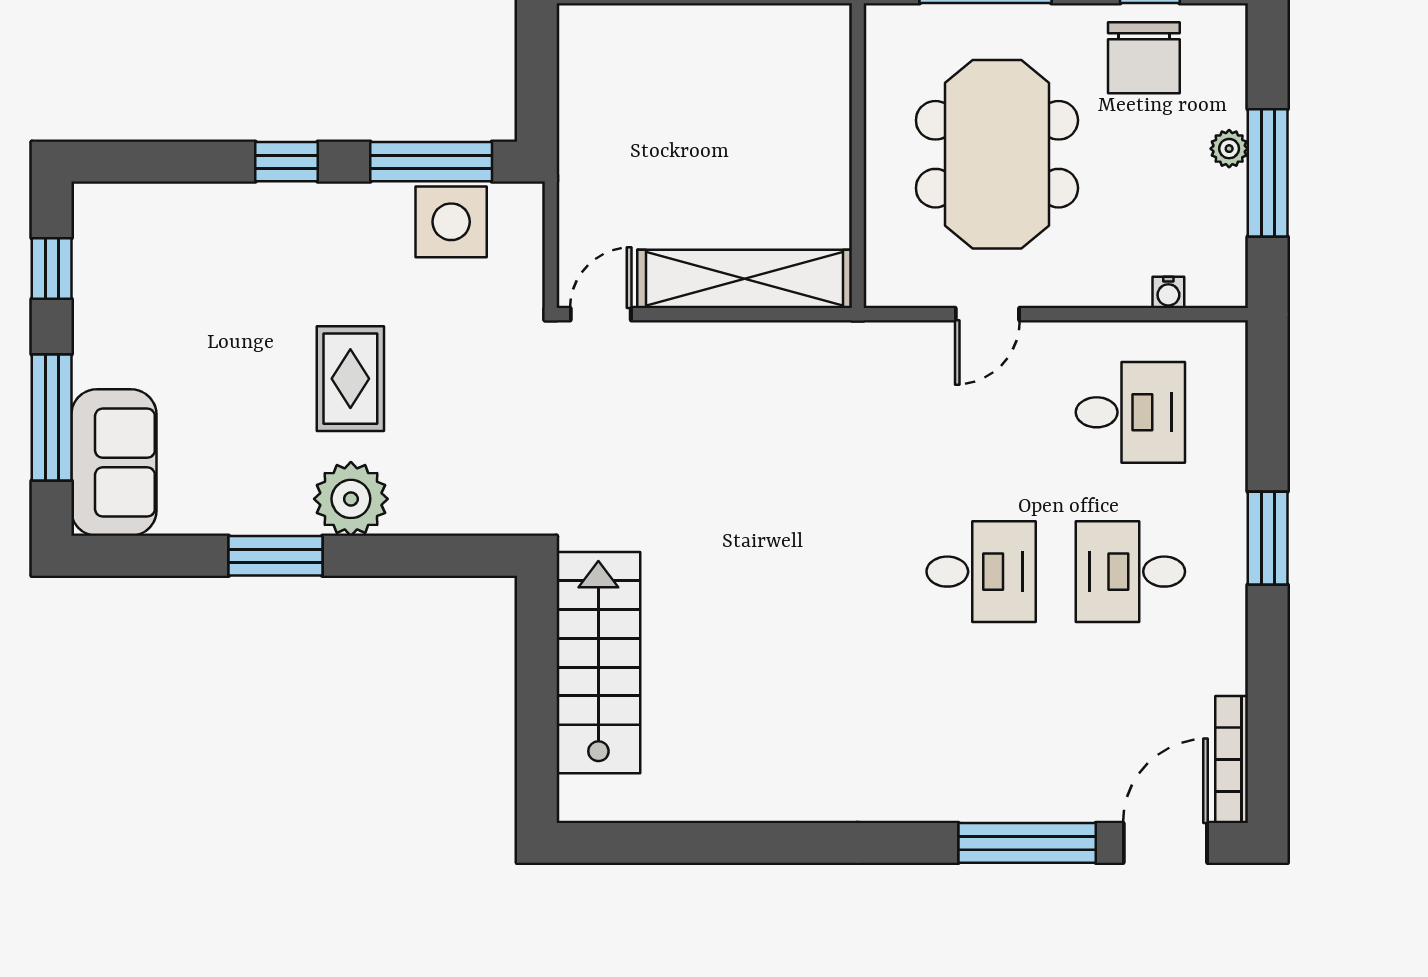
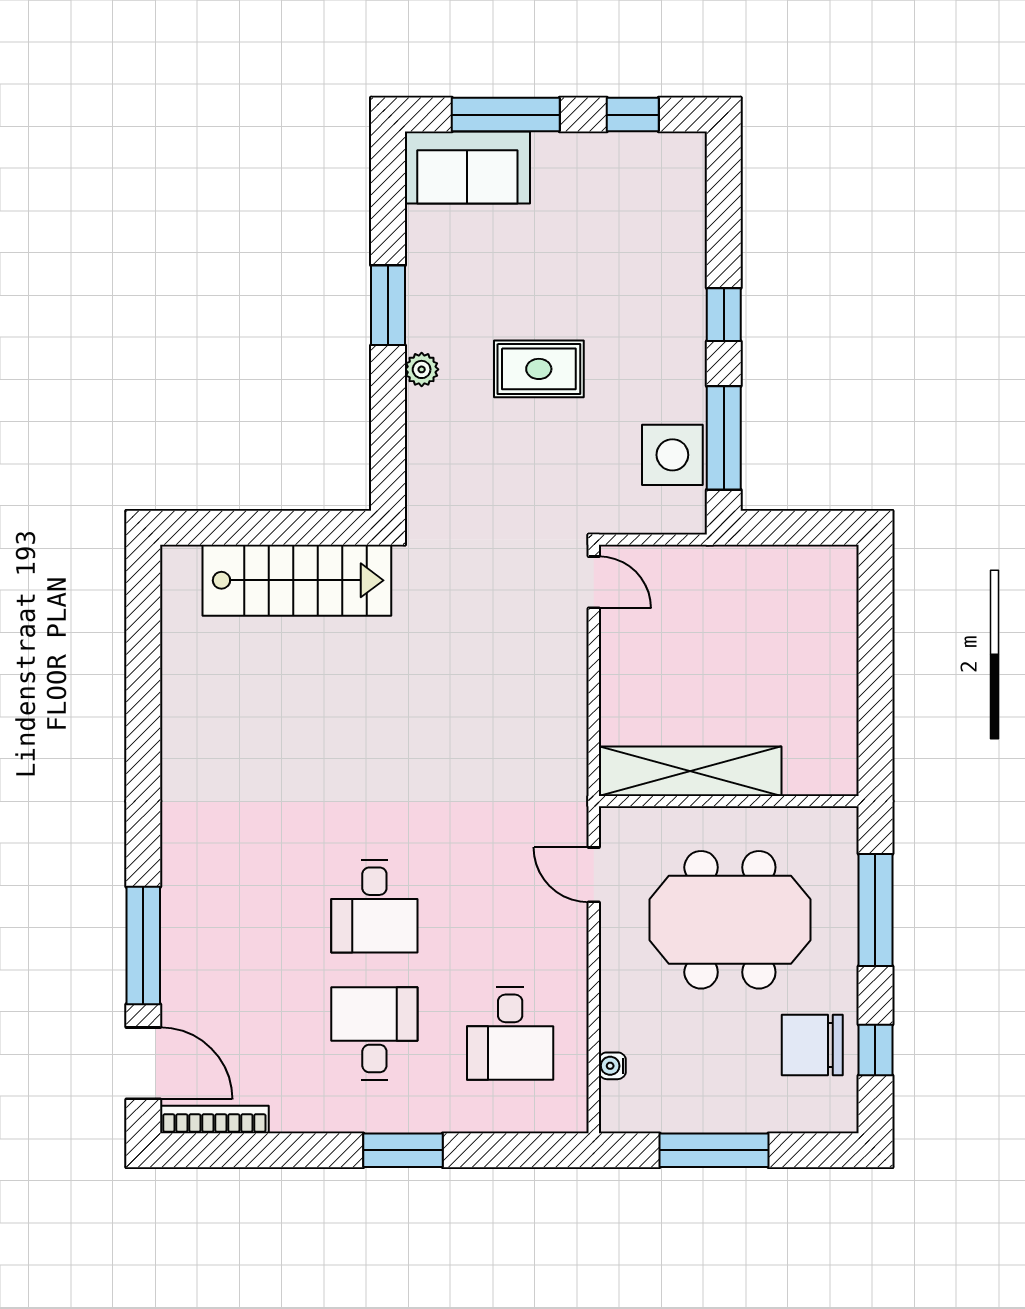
plant: (1229, 149) -> (735, 1117), removed
shelving: (745, 279) -> (690, 771), moved, turned 90
door: (987, 314) -> (594, 875), moved
plant: (351, 499) -> (422, 369), width x0.53, depth x0.53

